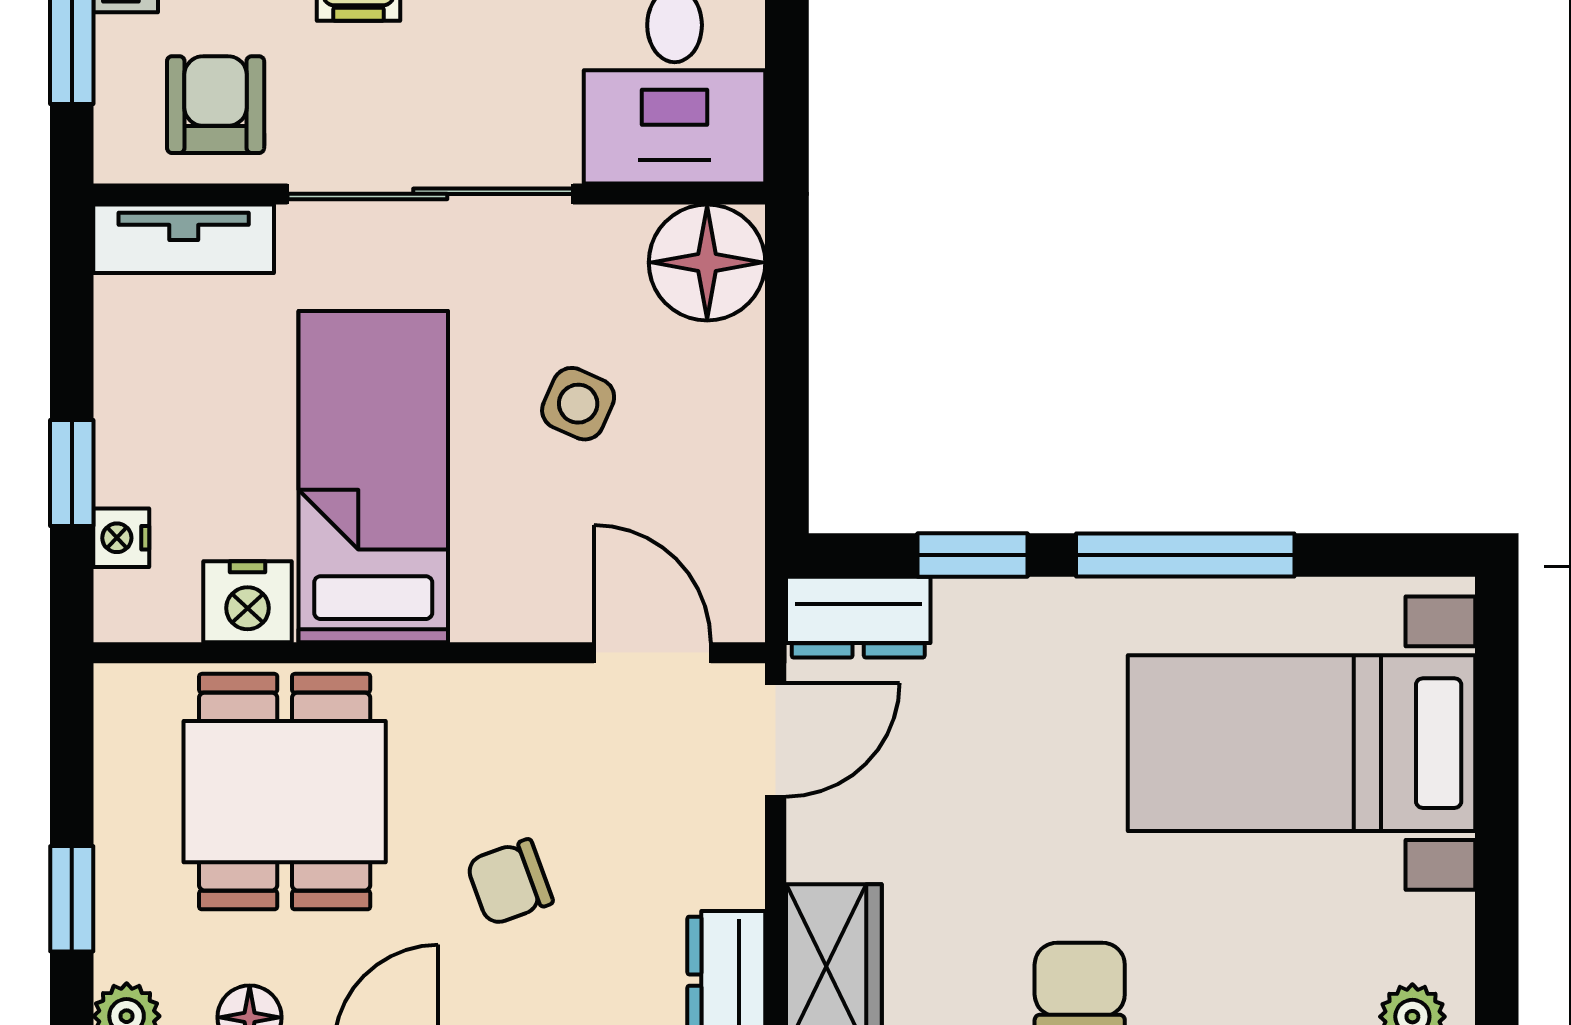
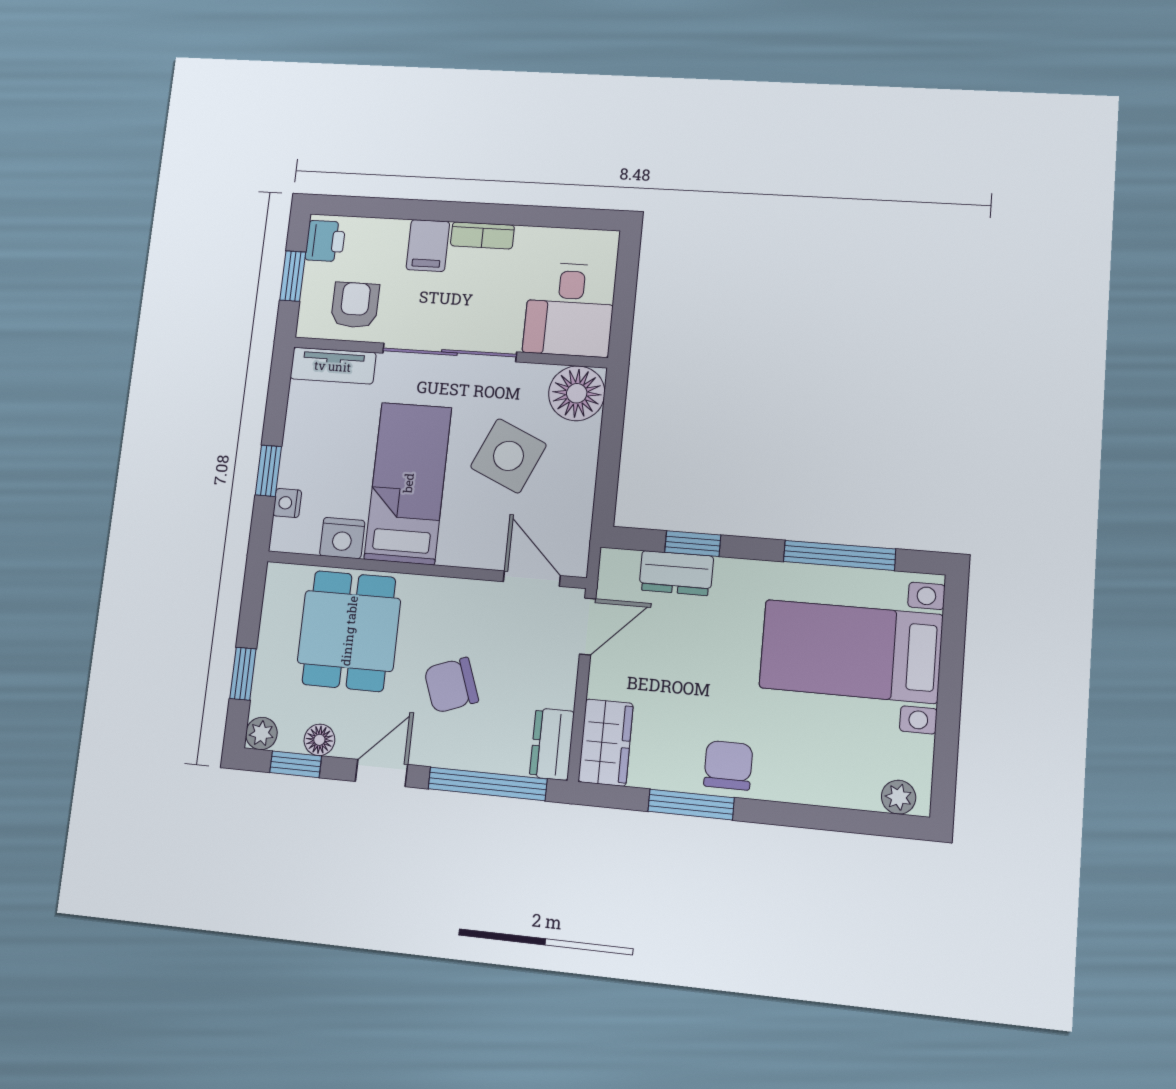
side table: (578, 404) -> (508, 456), width x1.87, depth x1.87
window: (1185, 555) -> (839, 555), moved
dresser: (858, 617) -> (676, 573), moved
chair: (510, 882) -> (451, 685), width x1.37, depth x1.37

